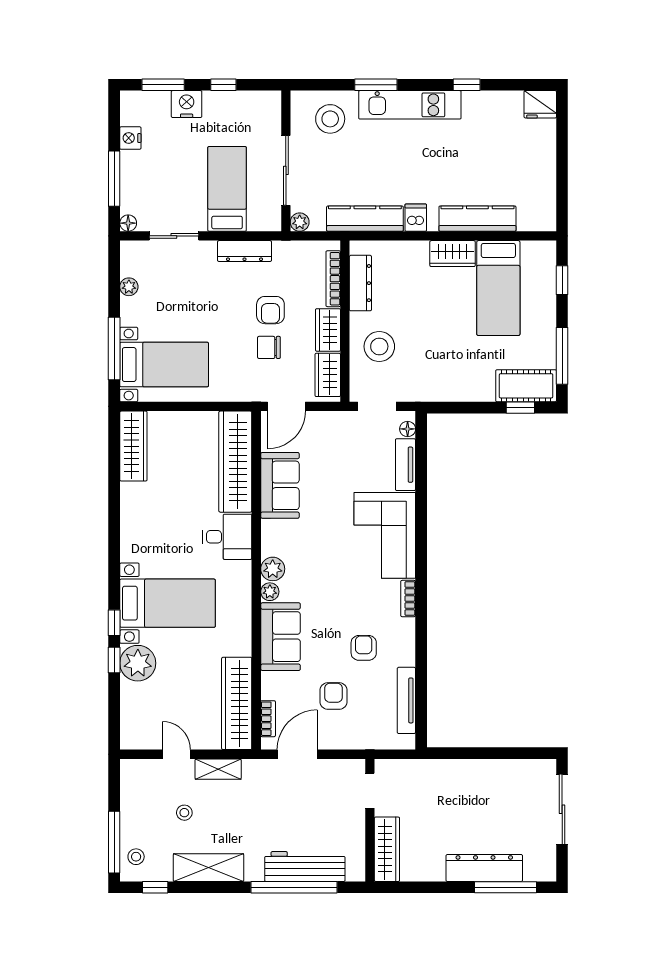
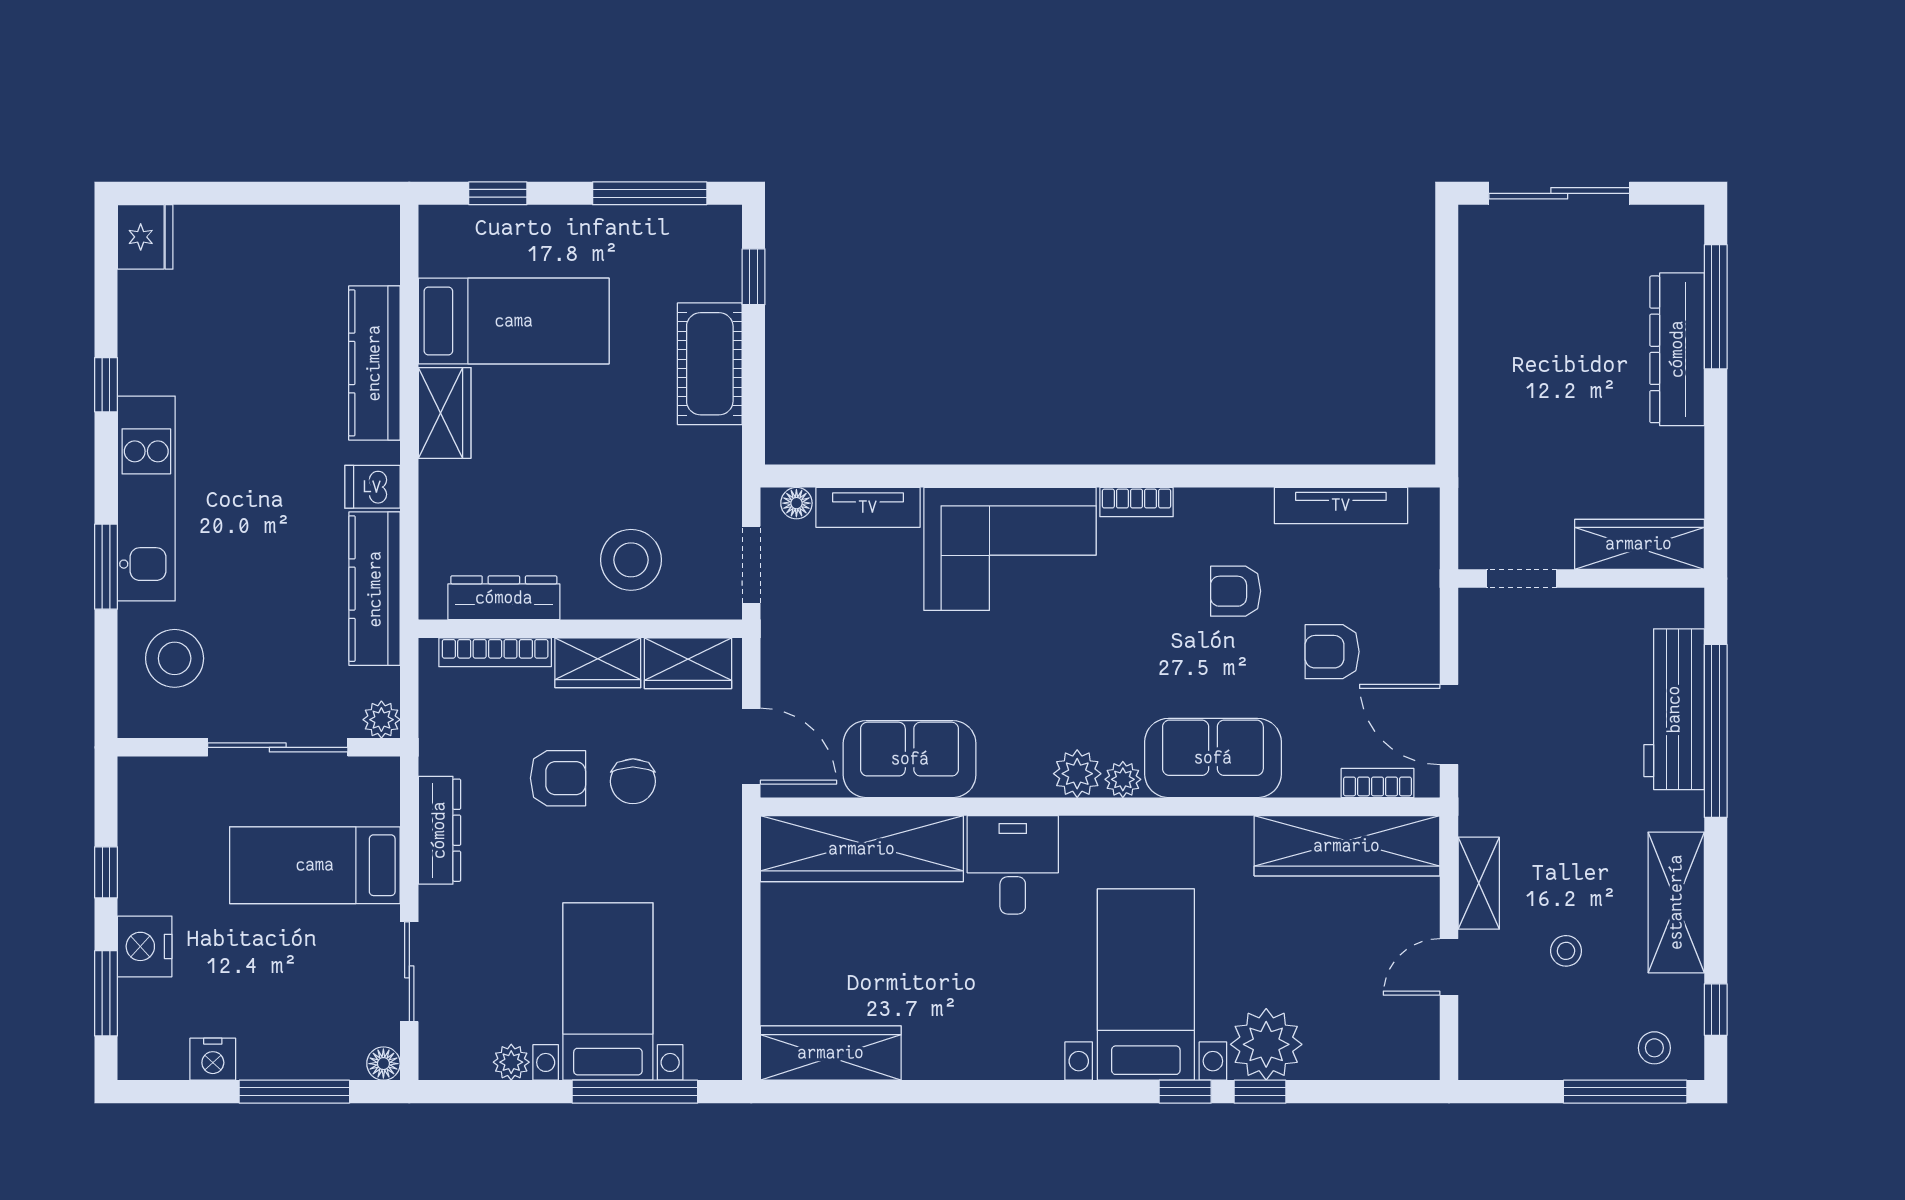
bed with nightstands: (164, 365) -> (608, 991), moved
cot: (526, 386) -> (710, 364), moved

